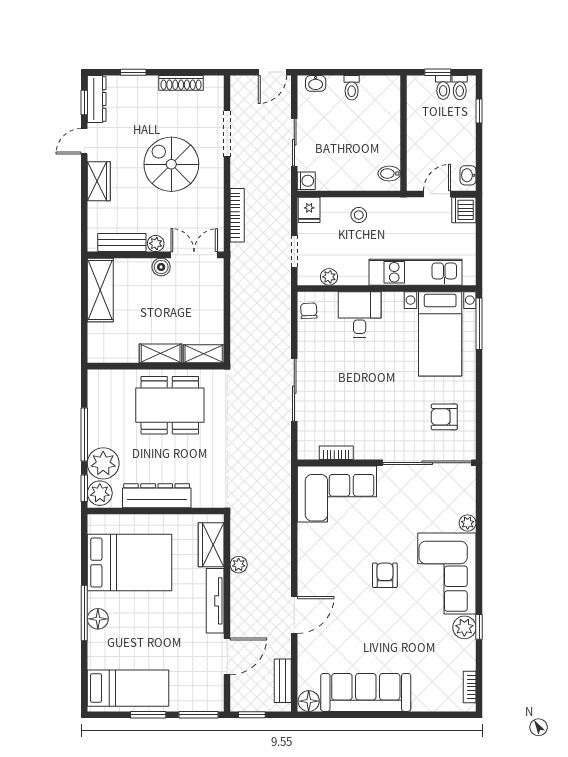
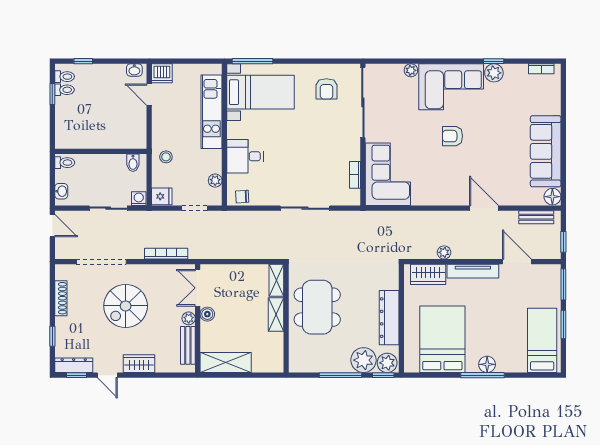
wall: (403, 133) -> (101, 151), moved
doorway: (227, 134) -> (101, 262), width x1.36
bidet: (389, 174) -> (133, 163), moved

